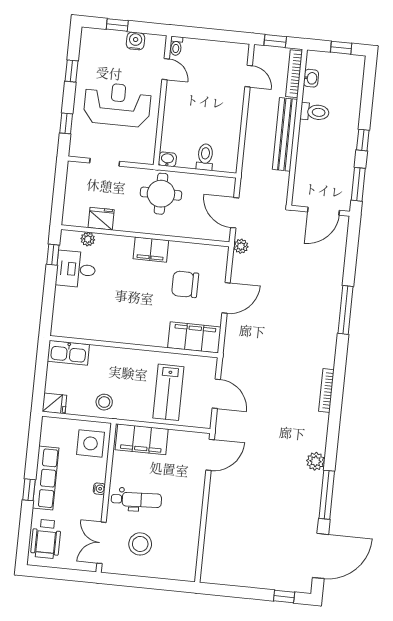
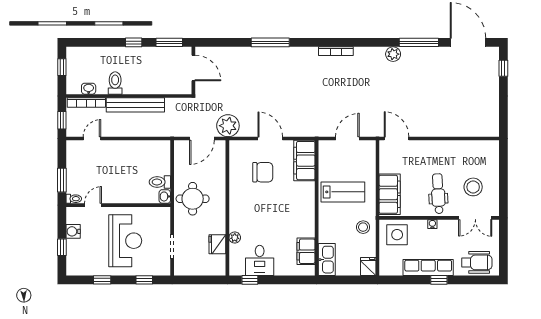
window: (201, 33) -> (62, 180), added
reception desk: (117, 105) -> (125, 241), turned 180
toilet: (205, 157) -> (160, 182), moved
plant: (88, 239) -> (235, 238), moved
plant: (241, 246) -> (228, 126), width x1.88, depth x1.88
filing cabinet: (151, 250) -> (306, 251), moved, turned 180
chair: (185, 284) -> (263, 172), turned -90
lab bench: (168, 392) -> (343, 192), moved

